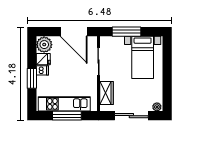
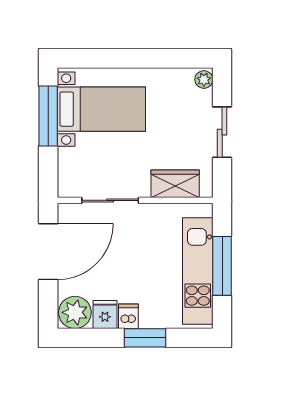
window: (126, 32) -> (48, 116), moved
sliding door: (131, 116) -> (222, 132), width x0.73

